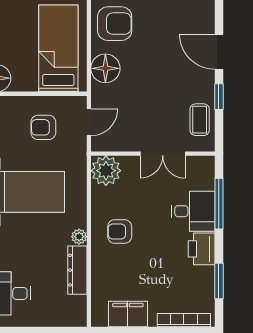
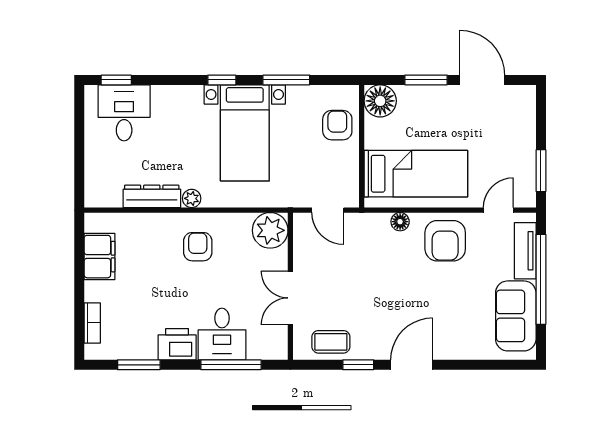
floor lamp: (105, 68) -> (400, 222), width x0.53, depth x0.53
armchair: (43, 127) -> (337, 125), moved
bookcase: (184, 320) -> (92, 323), width x0.64

